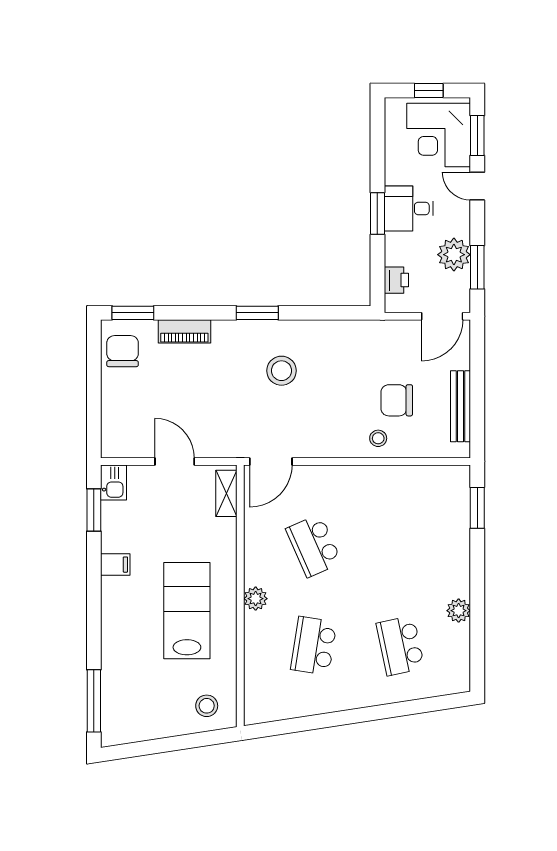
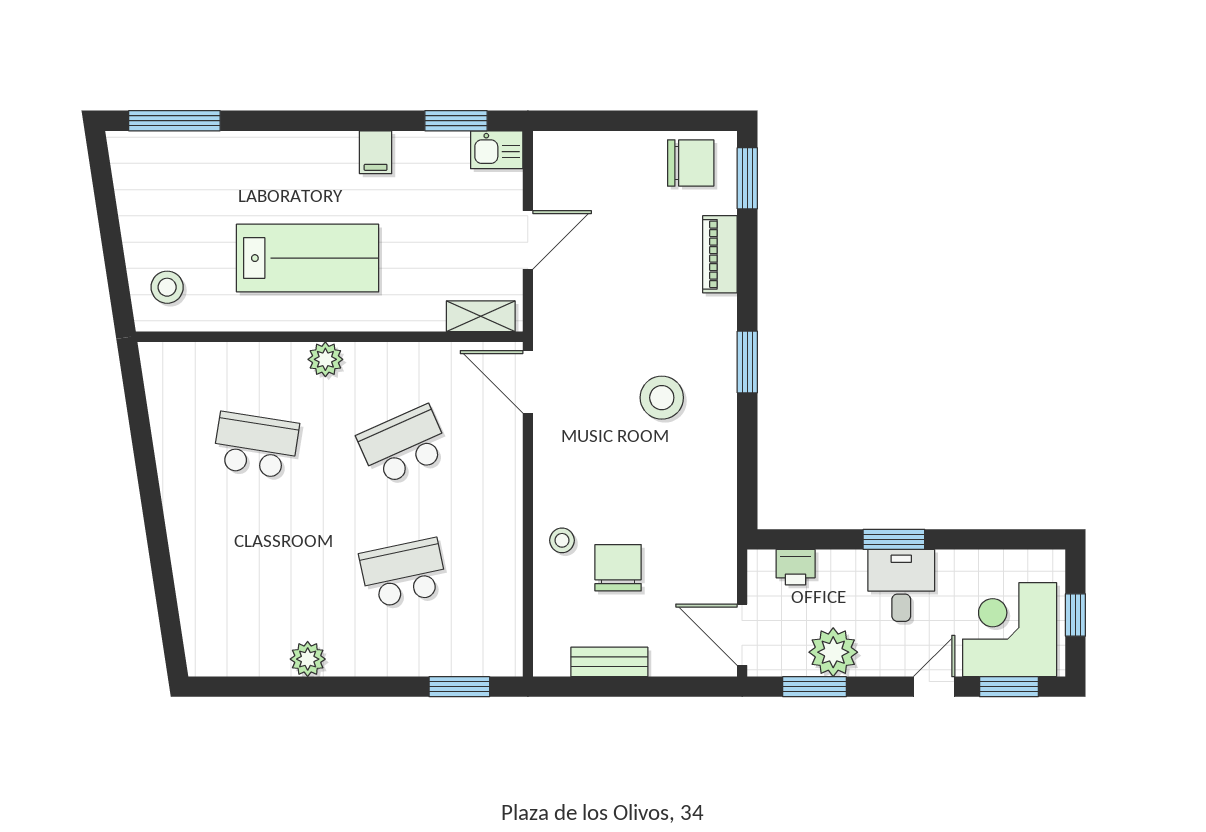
bench: (461, 406) -> (609, 662), width x0.73
school desk: (400, 646) -> (403, 573), moved

